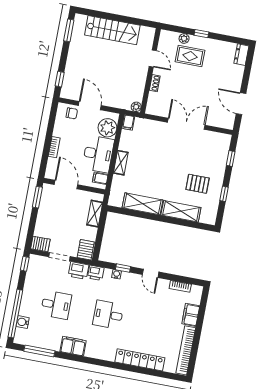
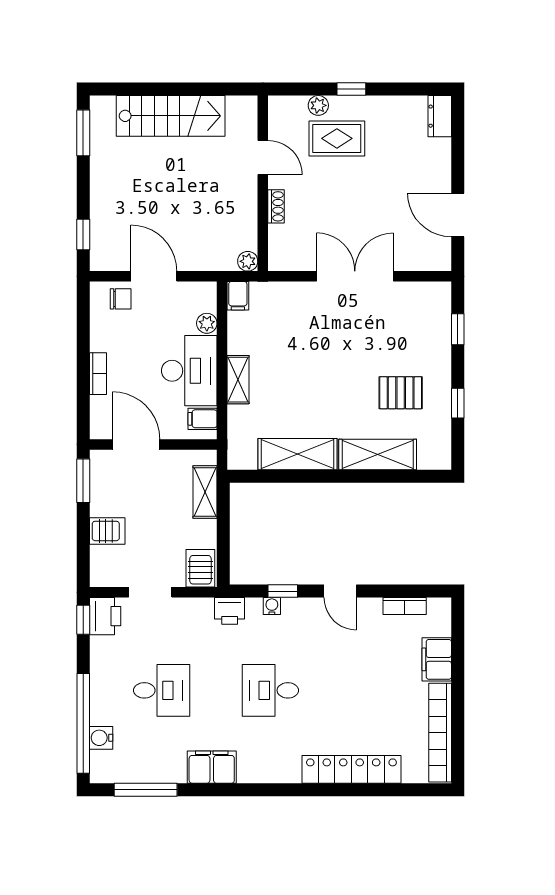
plant: (107, 128) -> (207, 323), width x0.53, depth x0.53
server rack: (40, 244) -> (107, 531), moved
printer: (78, 271) -> (105, 616), moved, turned -90

